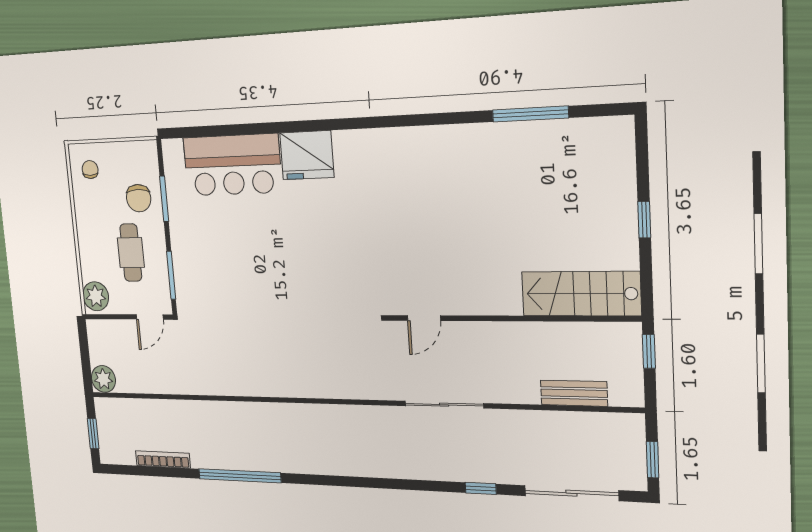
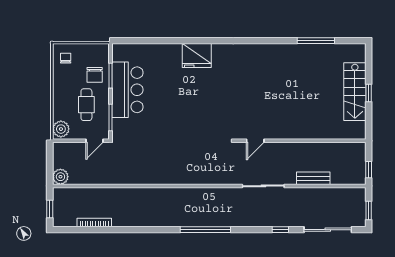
bar counter: (232, 165) -> (127, 90), moved, turned -90
stairs: (581, 294) -> (355, 92), moved, turned -90
window: (649, 351) -> (369, 170), moved
bench: (574, 393) -> (313, 178), moved
window: (240, 476) -> (205, 230), moved

